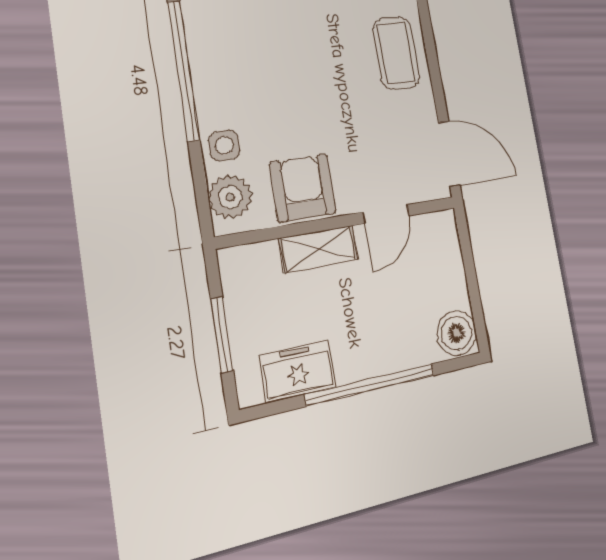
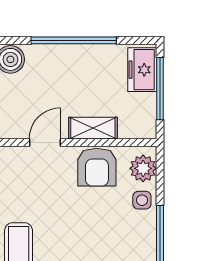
window: (222, 335) -> (160, 89), width x1.44
freezer: (298, 371) -> (142, 70), moved, turned 90

